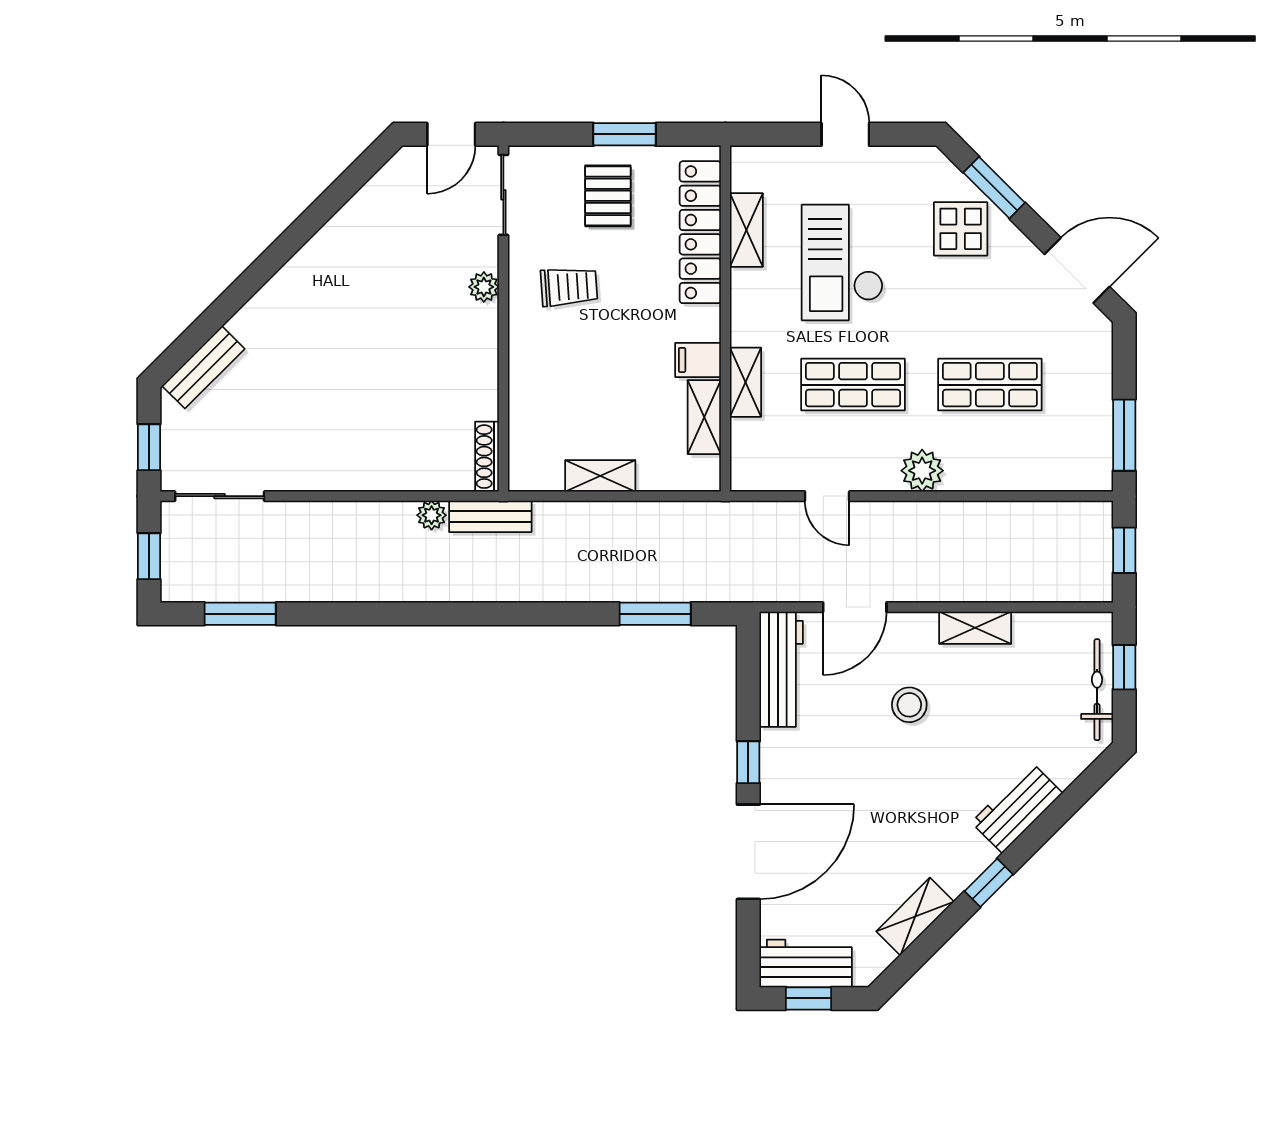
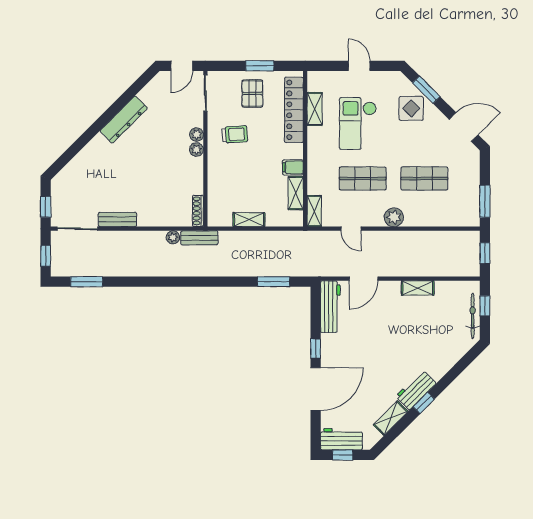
dresser: (322, 254) -> (124, 120), added
plant: (484, 320) -> (196, 150), added
bench: (203, 367) -> (117, 219), moved, turned 45
shelving: (745, 382) -> (314, 211), moved
stool: (909, 705) -> (388, 323), removed
workbench: (1017, 808) -> (416, 390), moved

